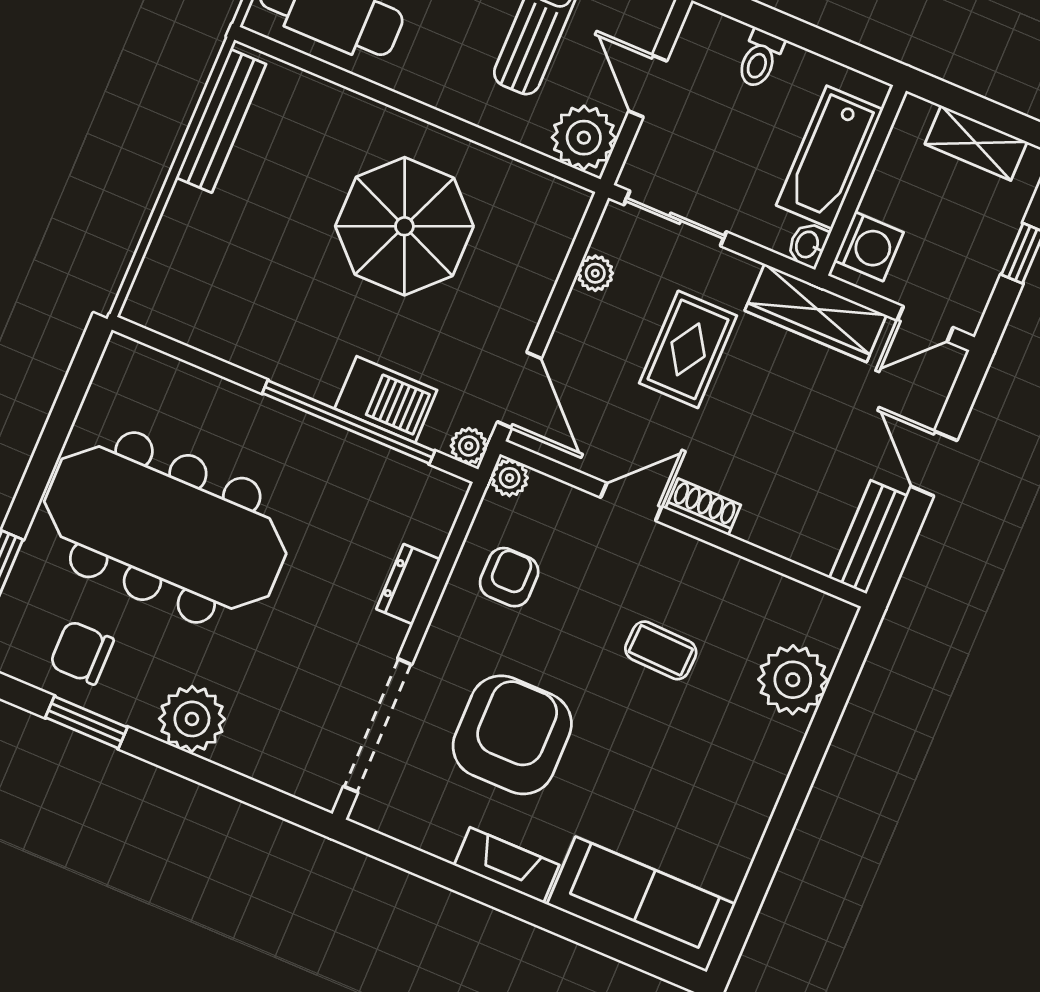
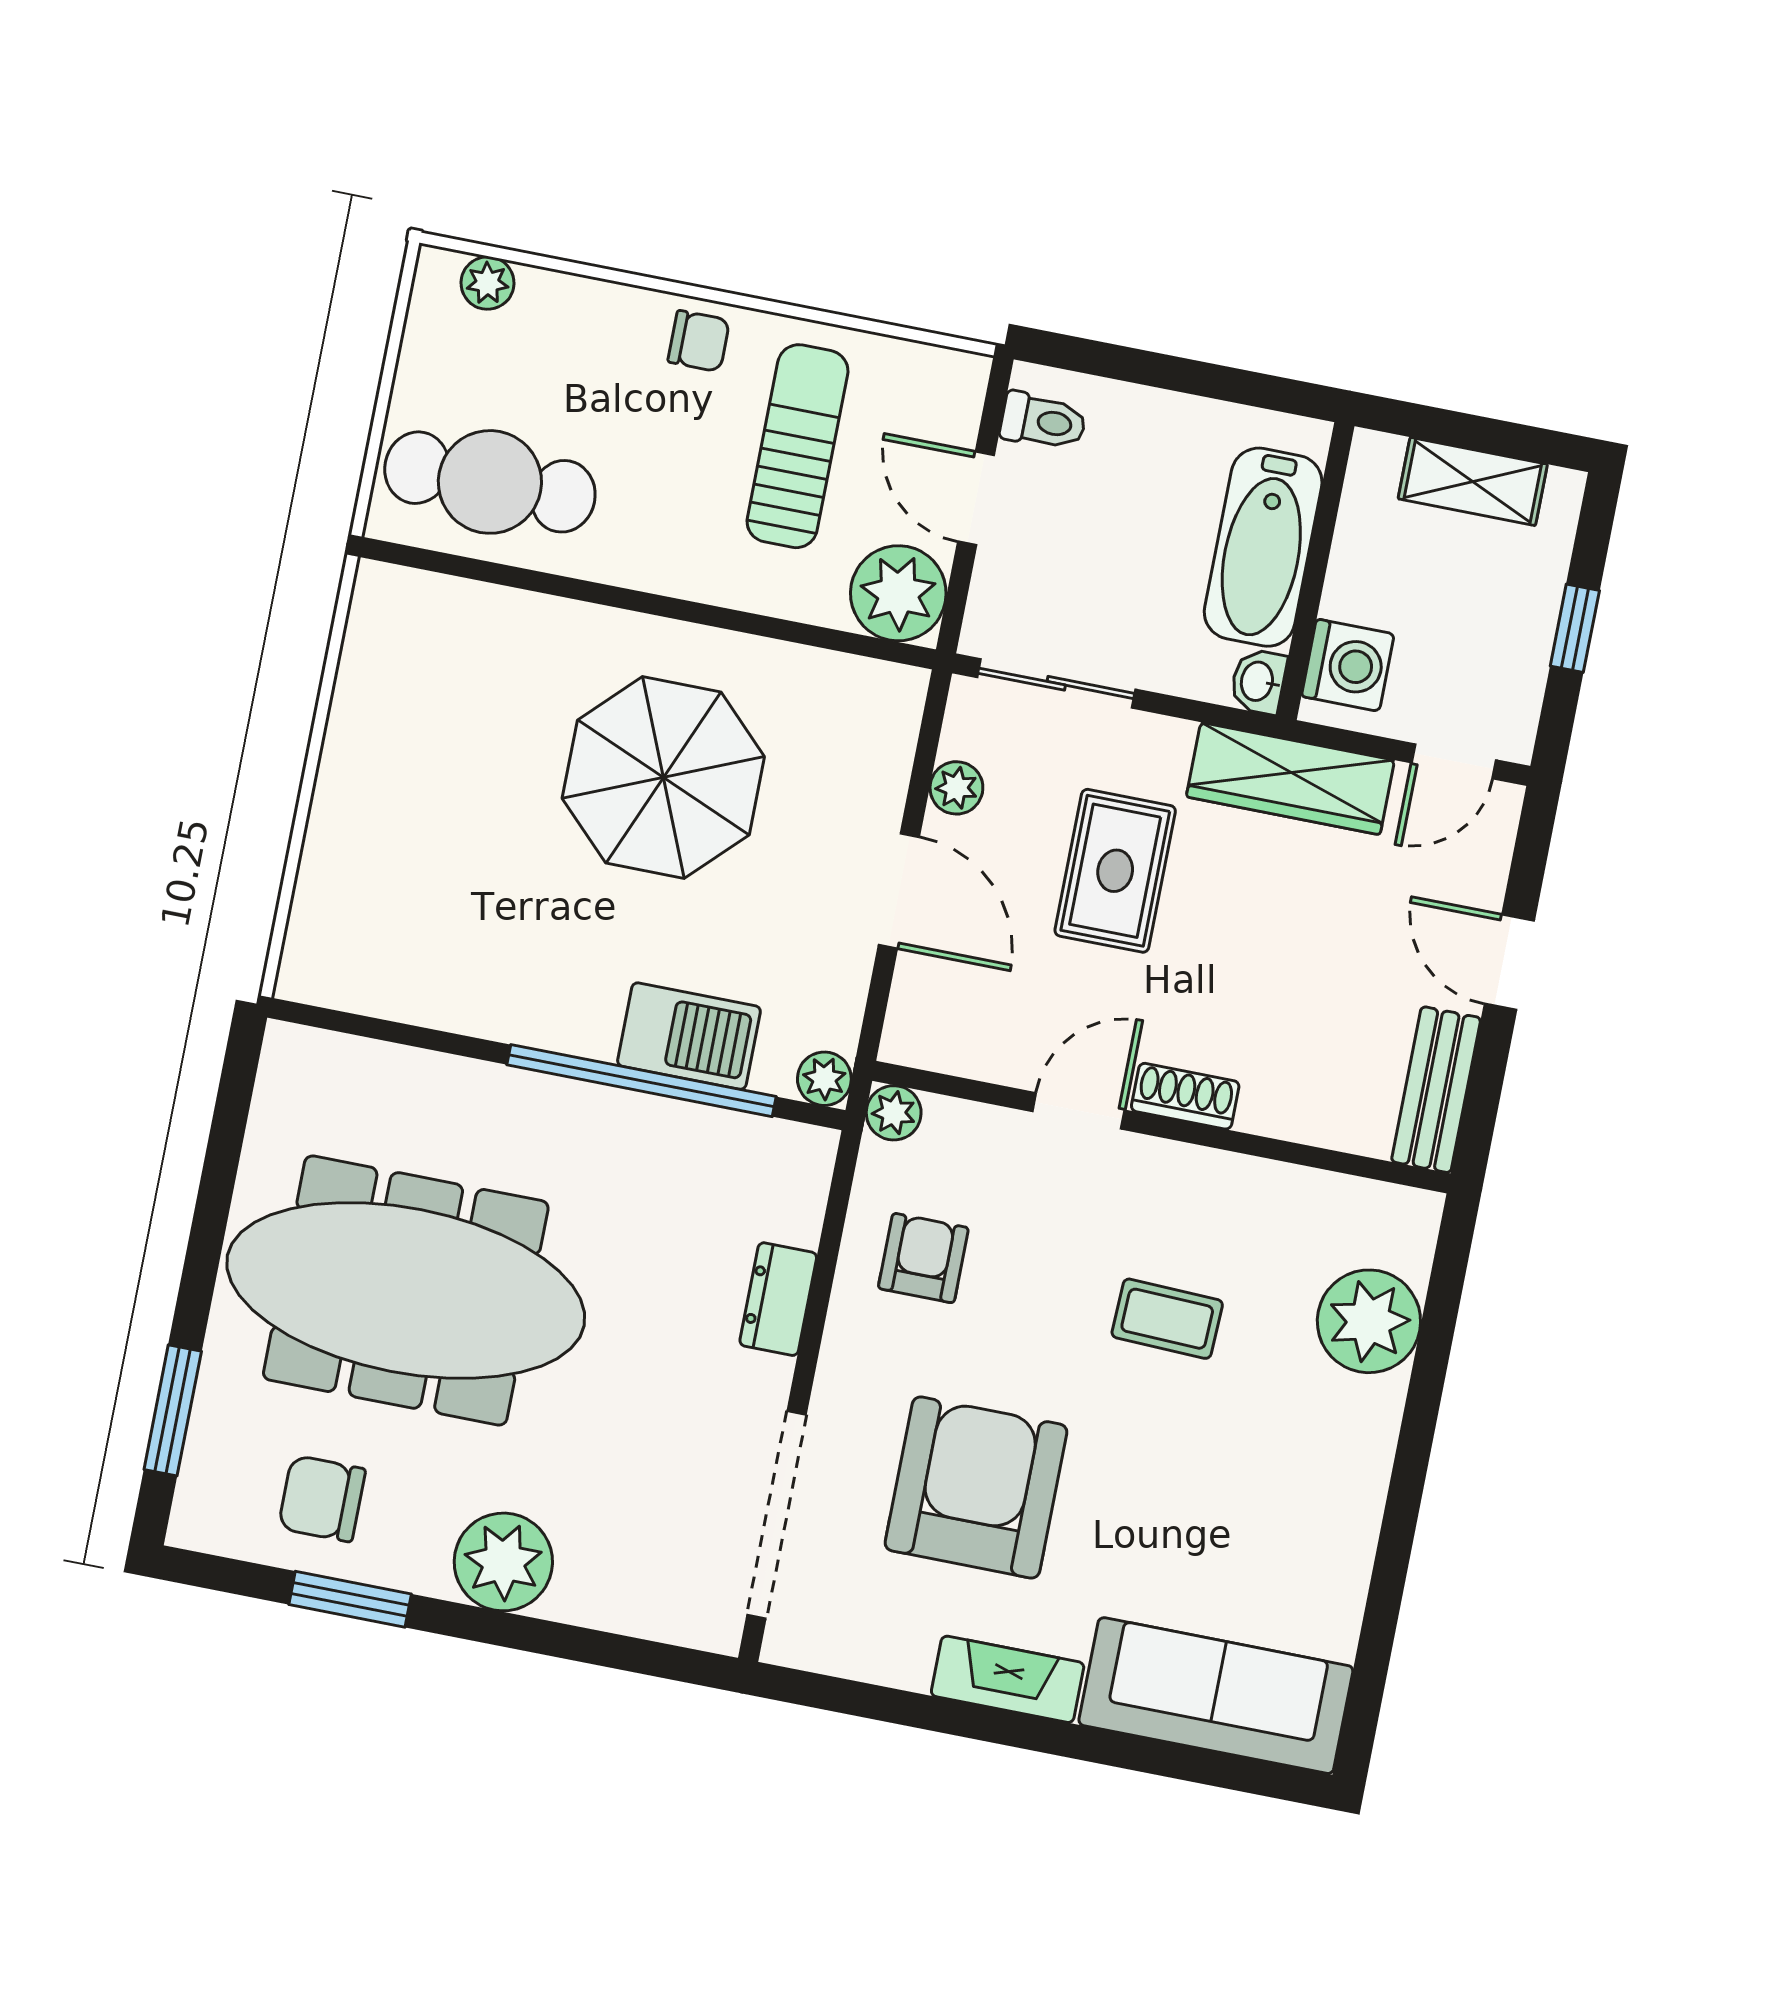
toilet: (760, 59) -> (1043, 421), moved, turned -90
bench: (221, 121) -> (363, 679), removed
door: (519, 390) -> (899, 891), moved

